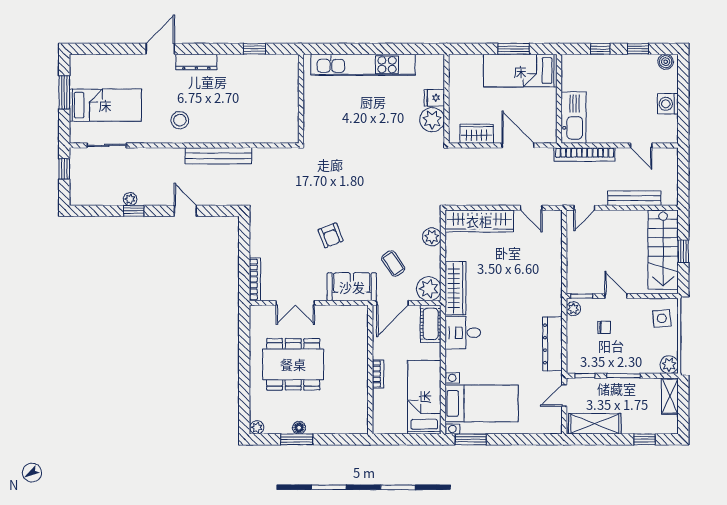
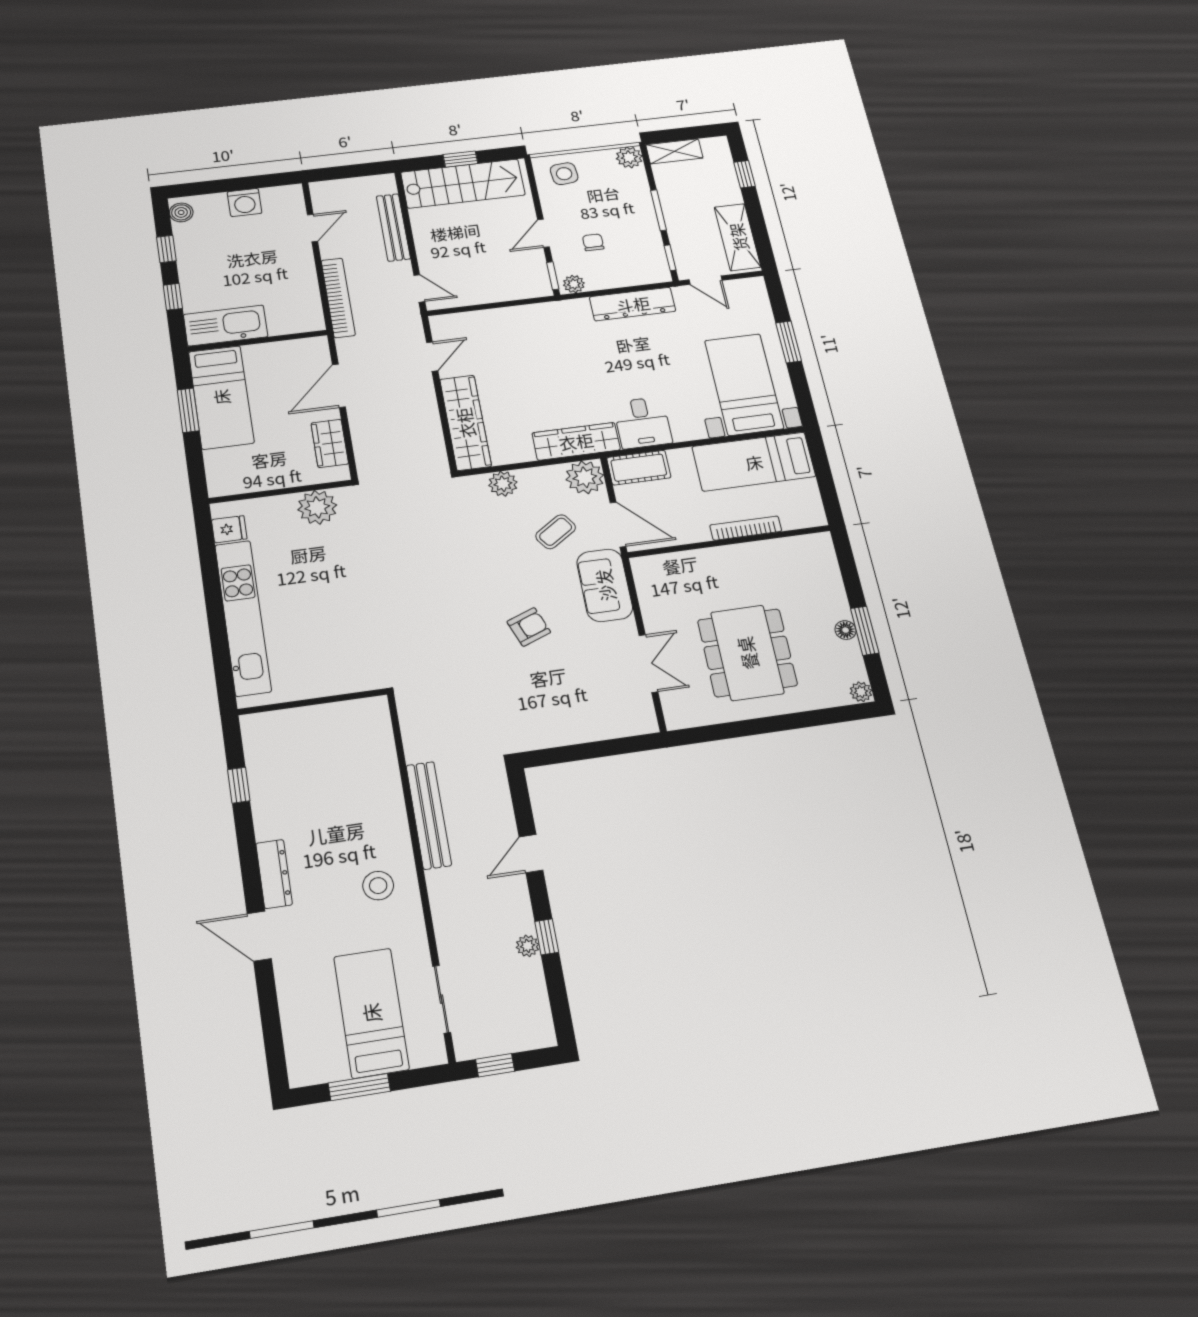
fridge: (434, 98) -> (229, 529), moved, turned -90
kitchen sink: (573, 118) -> (226, 326), moved
bookcase: (255, 279) -> (623, 729), removed
bookcase: (378, 374) -> (746, 528), width x1.56
window: (471, 439) -> (789, 342), moved

